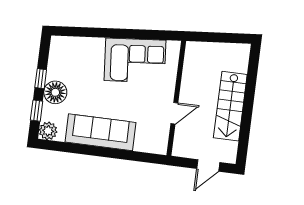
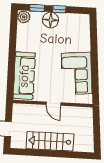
door: (174, 113) -> (53, 104), moved
sofa: (101, 132) -> (24, 76), moved

